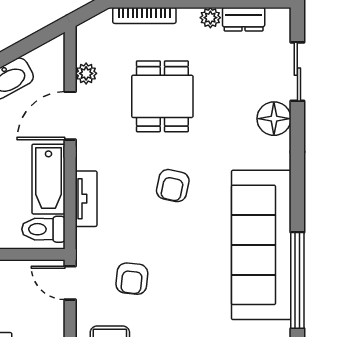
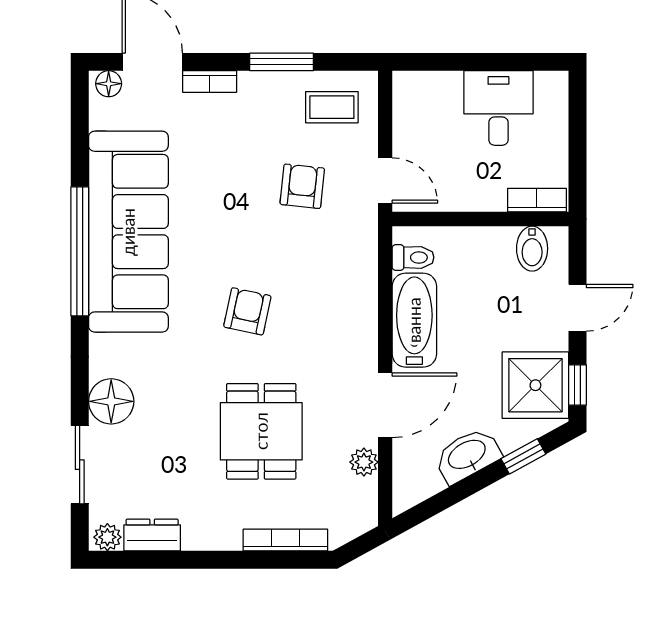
plant: (210, 18) -> (107, 537), moved
tv unit: (86, 199) -> (364, 294), removed
toilet: (43, 229) -> (413, 257), width x0.73, depth x0.72
window: (297, 280) -> (80, 251), moved

